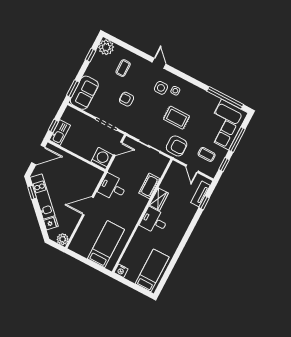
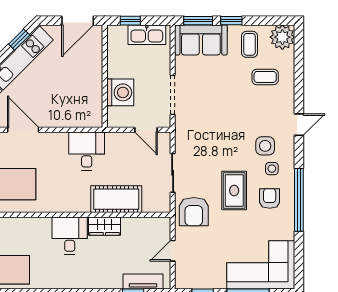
window: (90, 55) -> (231, 21), moved
window: (225, 98) -> (299, 200), moved
armchair: (126, 99) -> (270, 198), moved
kitchen sink: (60, 133) -> (147, 35), moved
coffee table: (207, 154) -> (250, 44), moved
door: (38, 155) -> (78, 21), hinge flipped
washing machine: (102, 158) -> (120, 92), moved
cot: (149, 186) -> (116, 199), width x1.37, depth x1.34
door: (88, 206) -> (23, 130), moved

